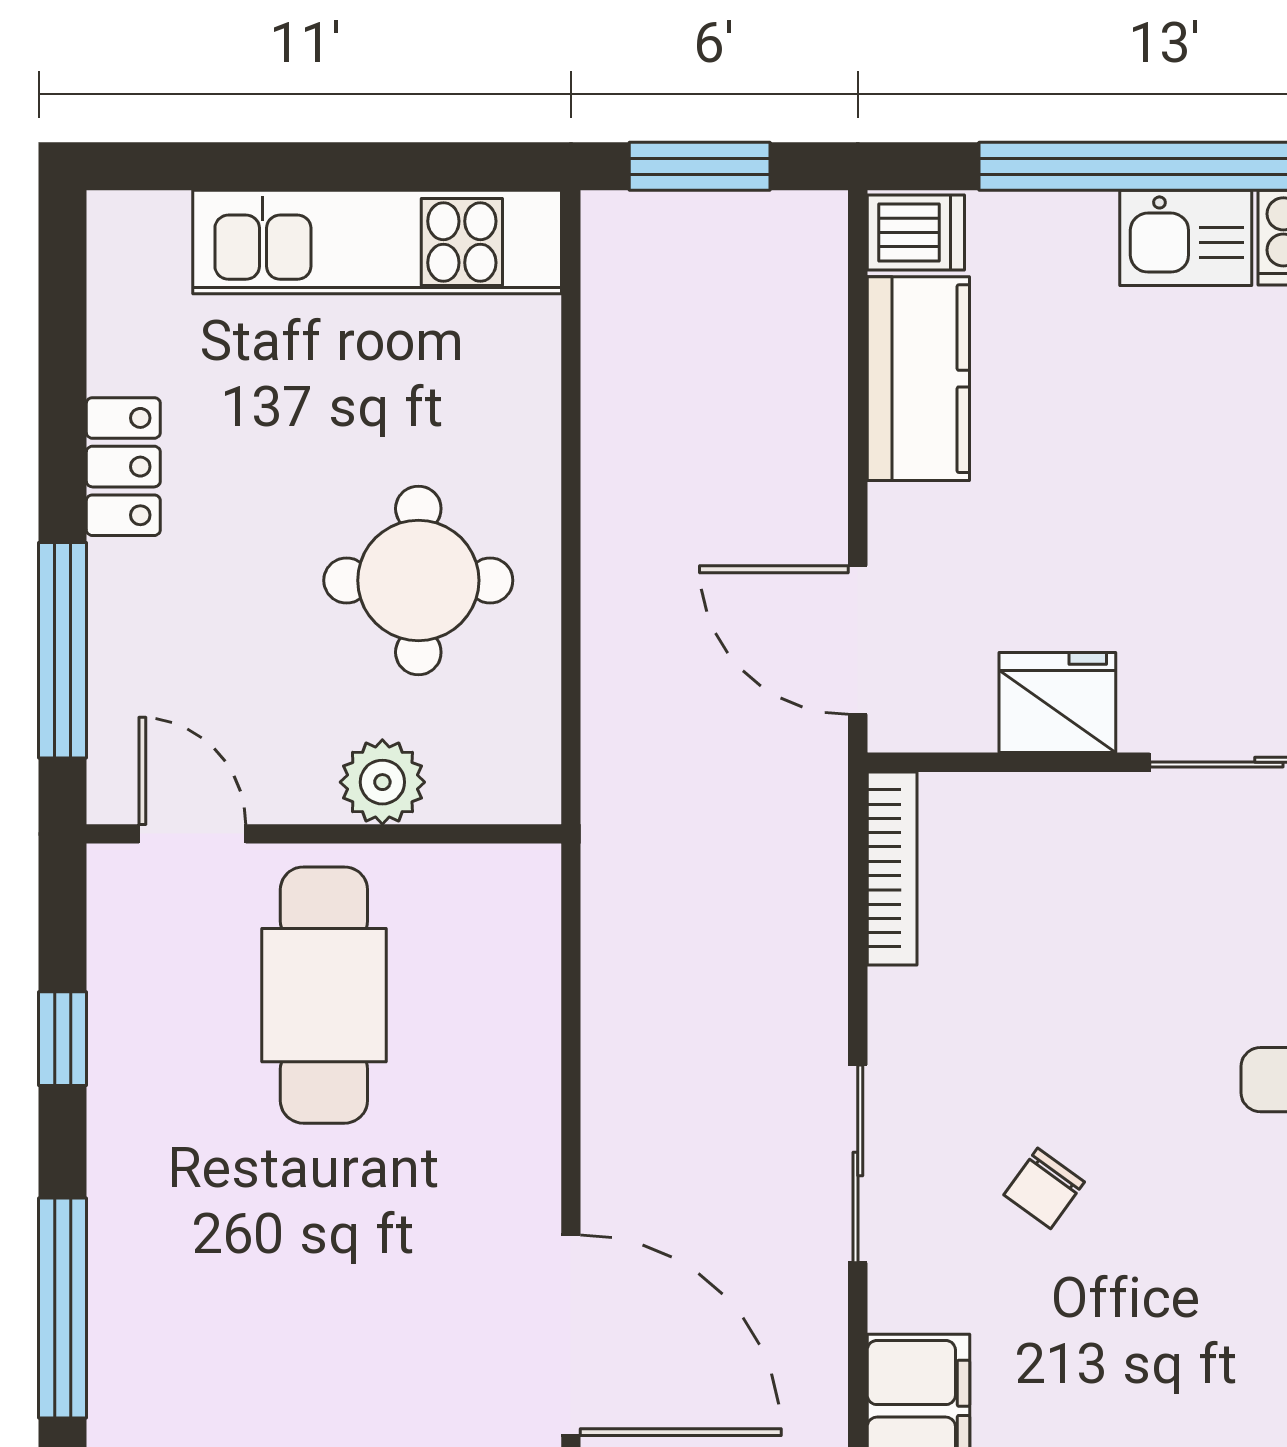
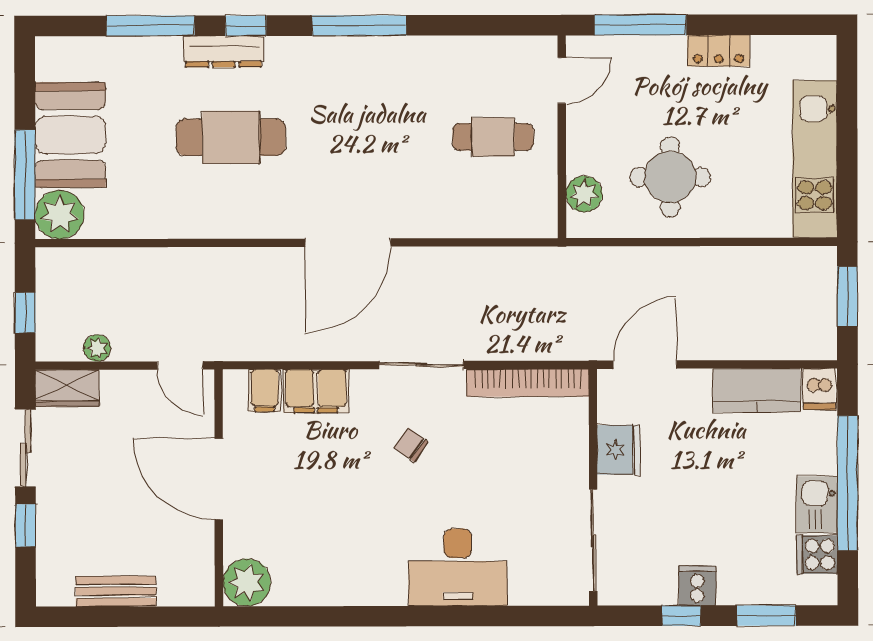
plant: (382, 782) -> (584, 194), moved
bookcase: (892, 868) -> (528, 383), width x1.48, depth x1.31
cafe table: (324, 995) -> (493, 137), width x0.73, depth x0.74
window: (63, 1039) -> (474, 25), removed

